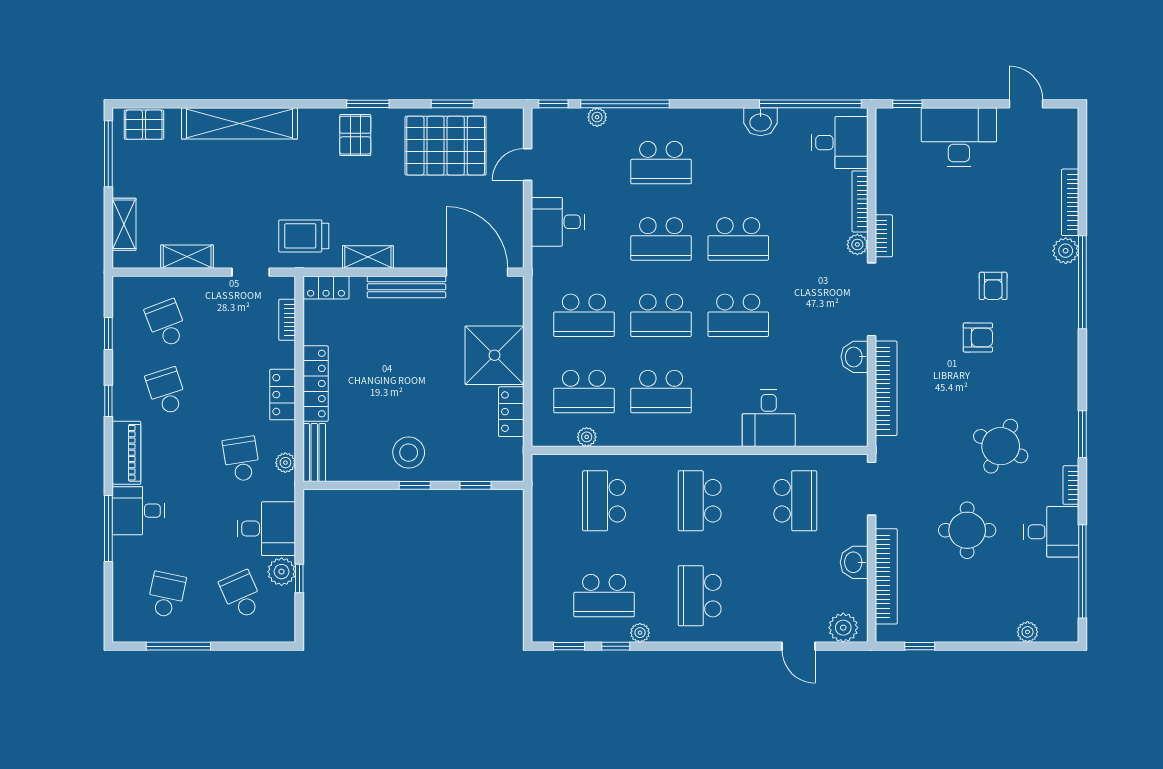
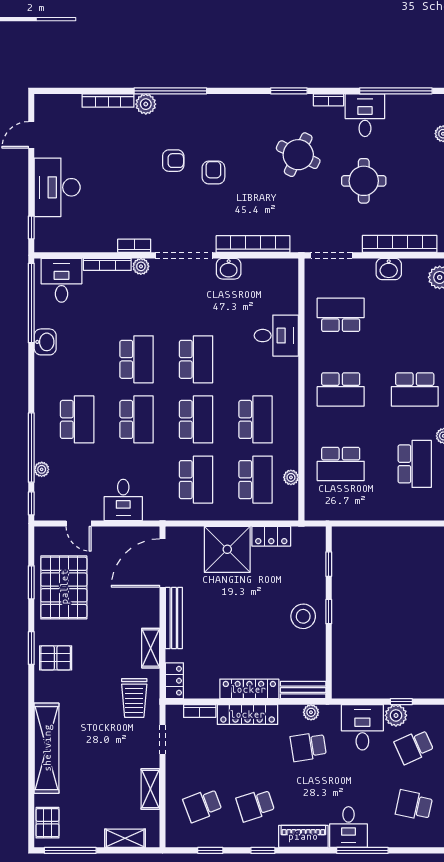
locker: (283, 395) -> (248, 714), width x1.53

